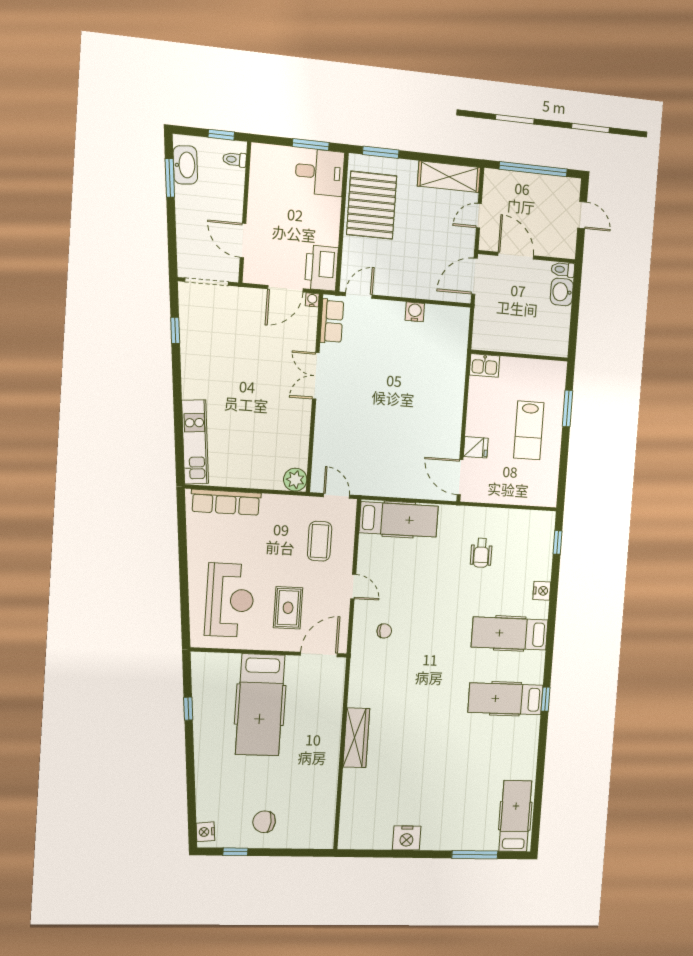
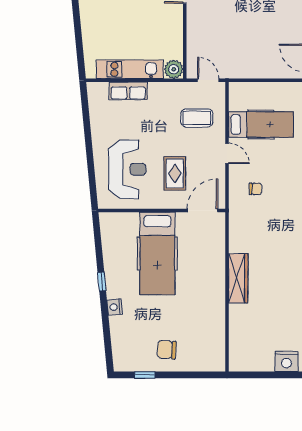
kitchen unit: (195, 442) -> (130, 69), moved, turned -85
row of seats: (226, 502) -> (128, 91), width x0.68
hospital bed: (399, 519) -> (261, 124), moved
coffee table: (320, 541) -> (197, 118), turned 90
window: (188, 709) -> (102, 282), moved
nightstand: (205, 832) -> (115, 307), moved

